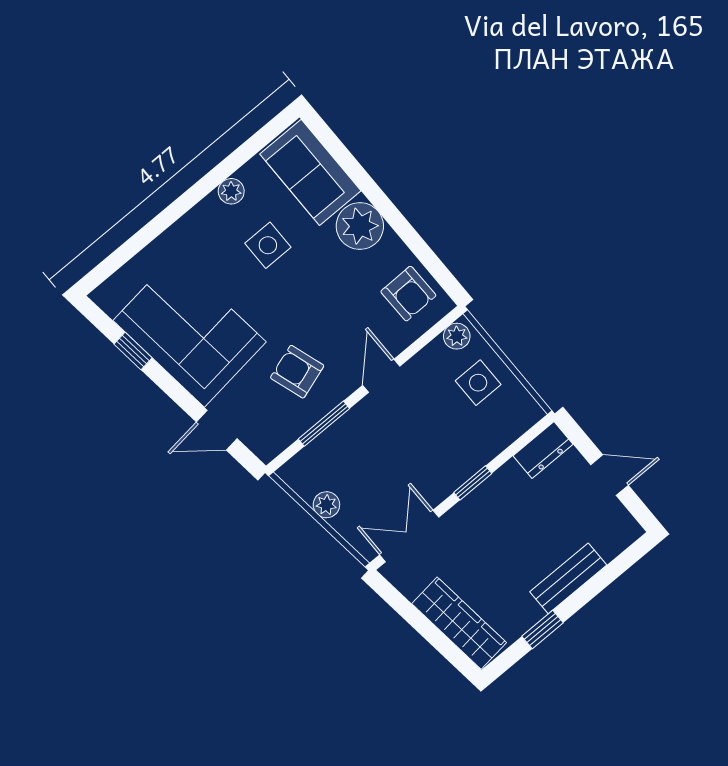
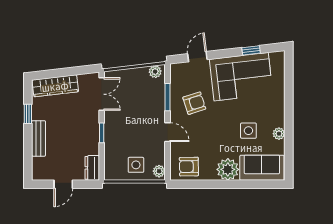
plant: (326, 505) -> (155, 72), moved

